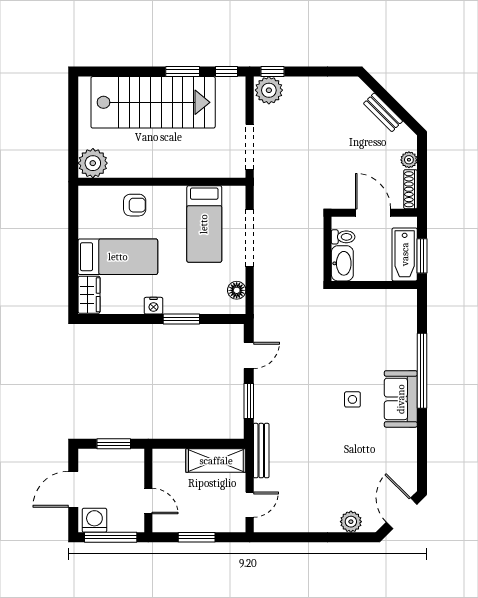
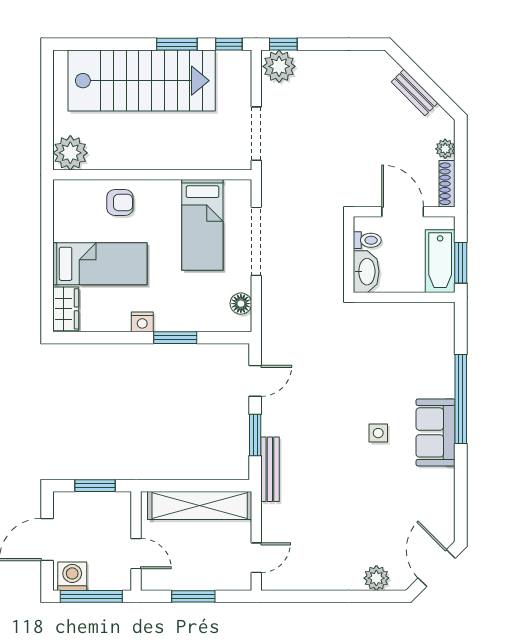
bench: (261, 451) -> (270, 469), moved
shelving: (216, 461) -> (200, 506), width x1.47

